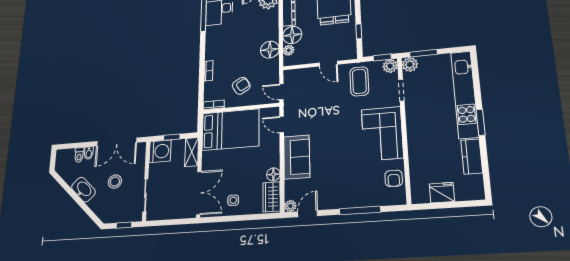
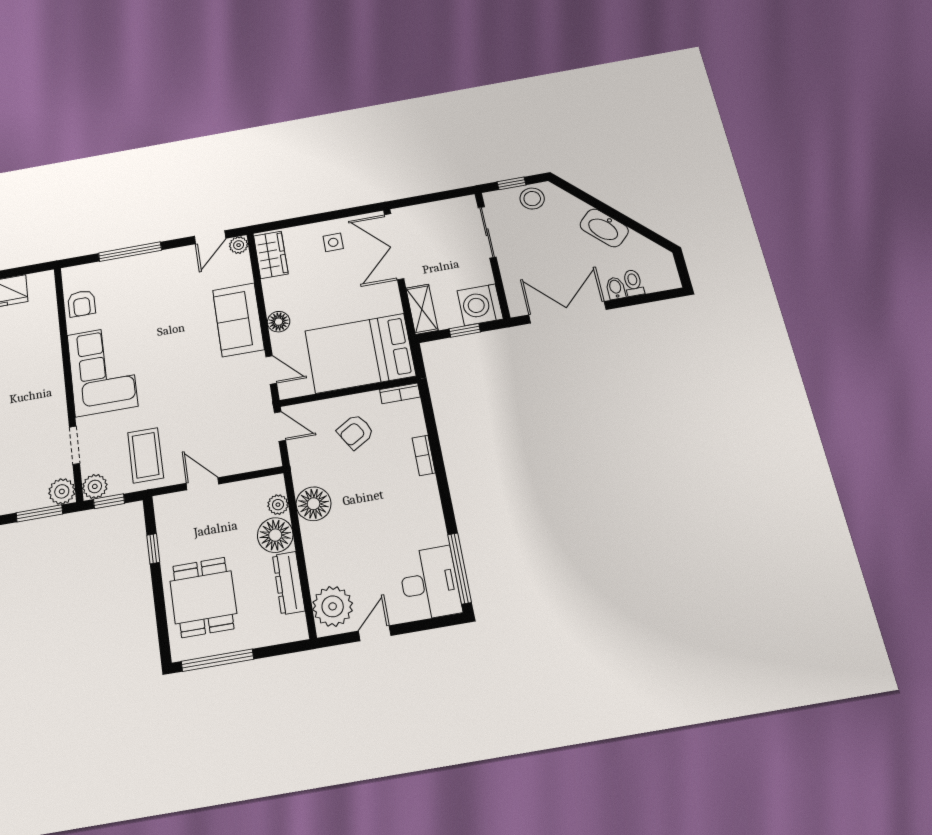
floor lamp: (273, 174) -> (279, 322), moved
armchair: (394, 178) -> (82, 304), turned 180
stool: (115, 182) -> (532, 199), moved

